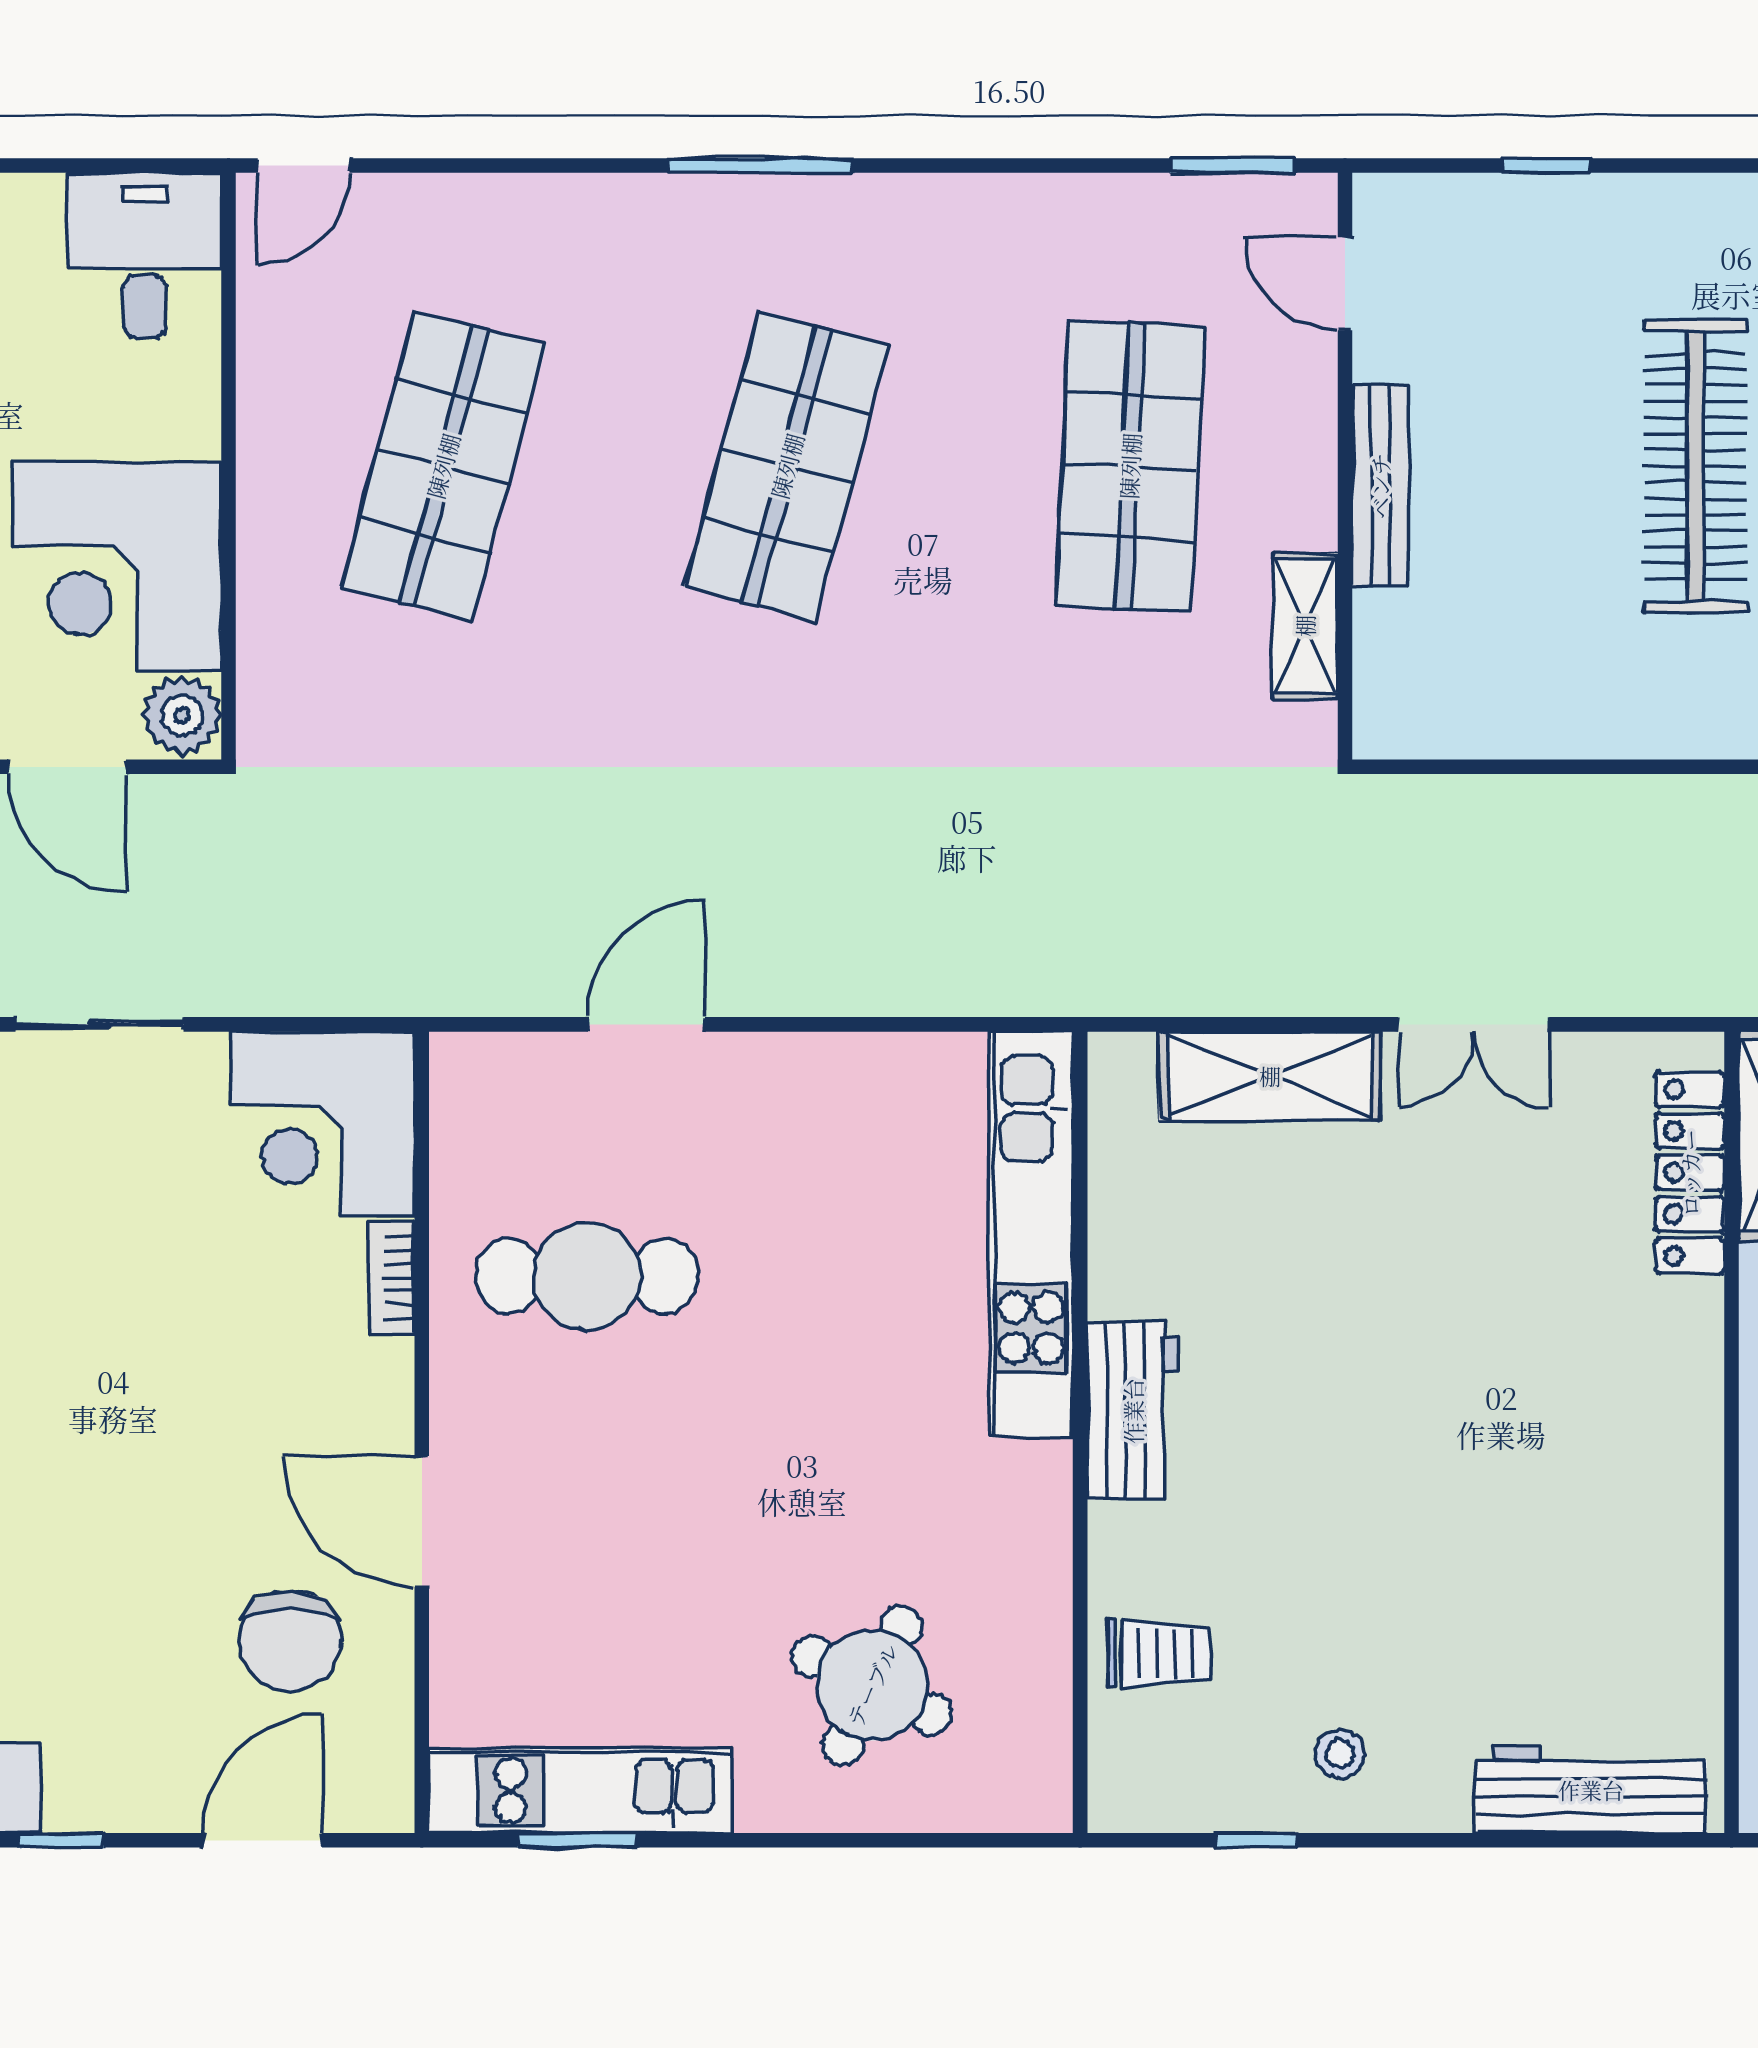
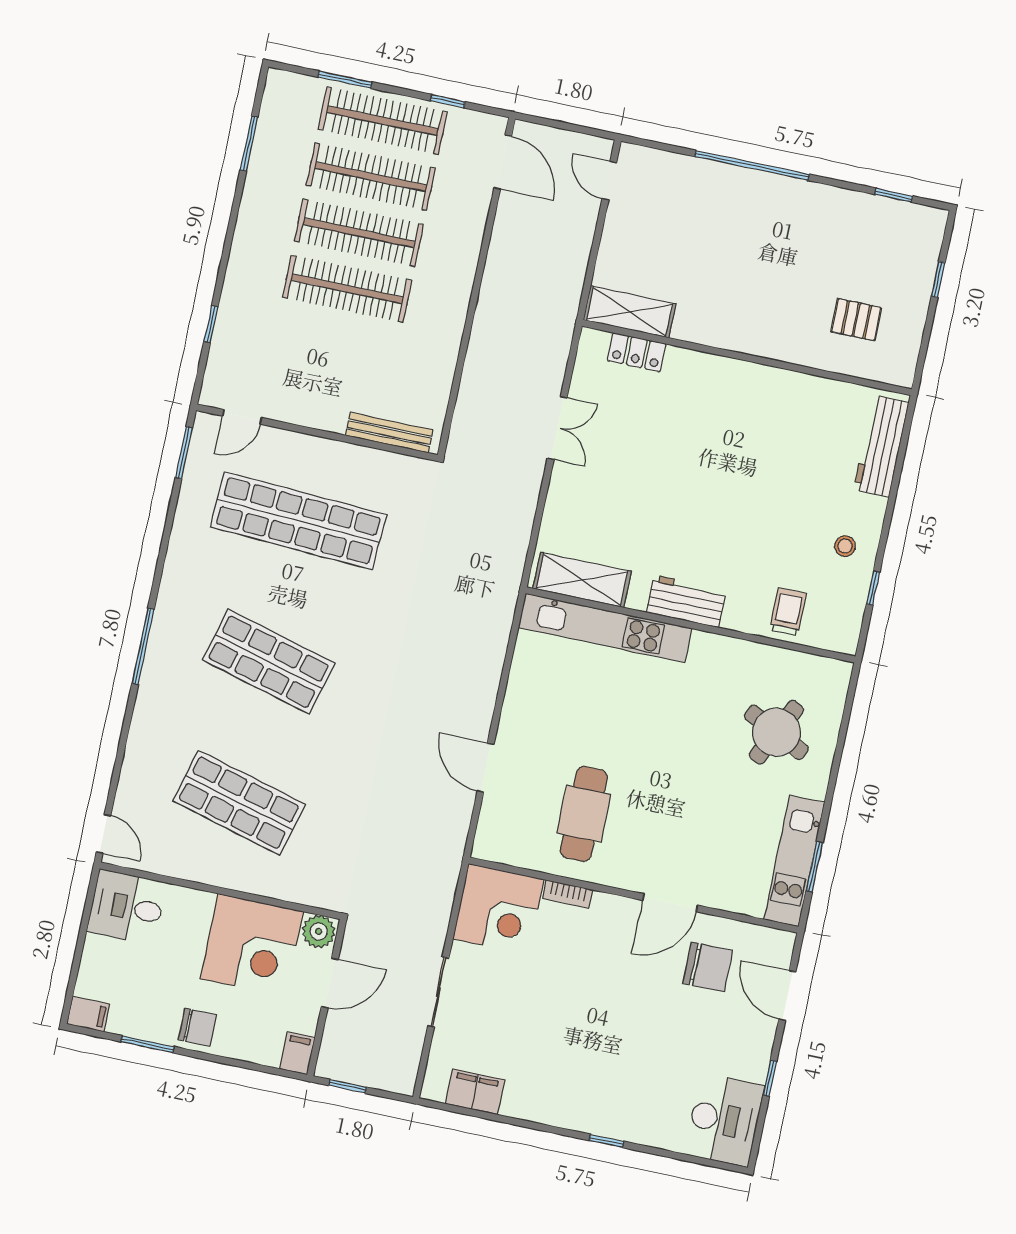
shop shelf: (1130, 466) -> (298, 521), width x1.40
bench: (1380, 486) -> (389, 433), moved
shelving: (1305, 626) -> (379, 463), removed
shelving: (1270, 1076) -> (582, 580), moved, turned 90
locker: (1690, 1173) -> (637, 352), width x0.66

